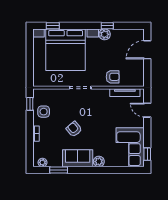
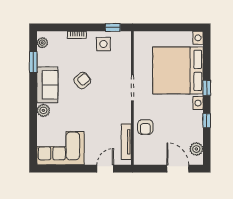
window: (53, 26) -> (207, 88), moved
plant: (105, 34) -> (196, 149), moved
window: (147, 154) -> (52, 169), removed

